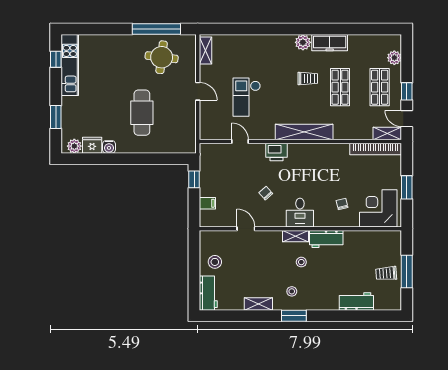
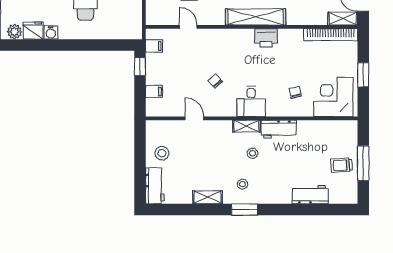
printer: (276, 152) -> (266, 38), moved
filing cabinet: (207, 160) -> (154, 46), added

